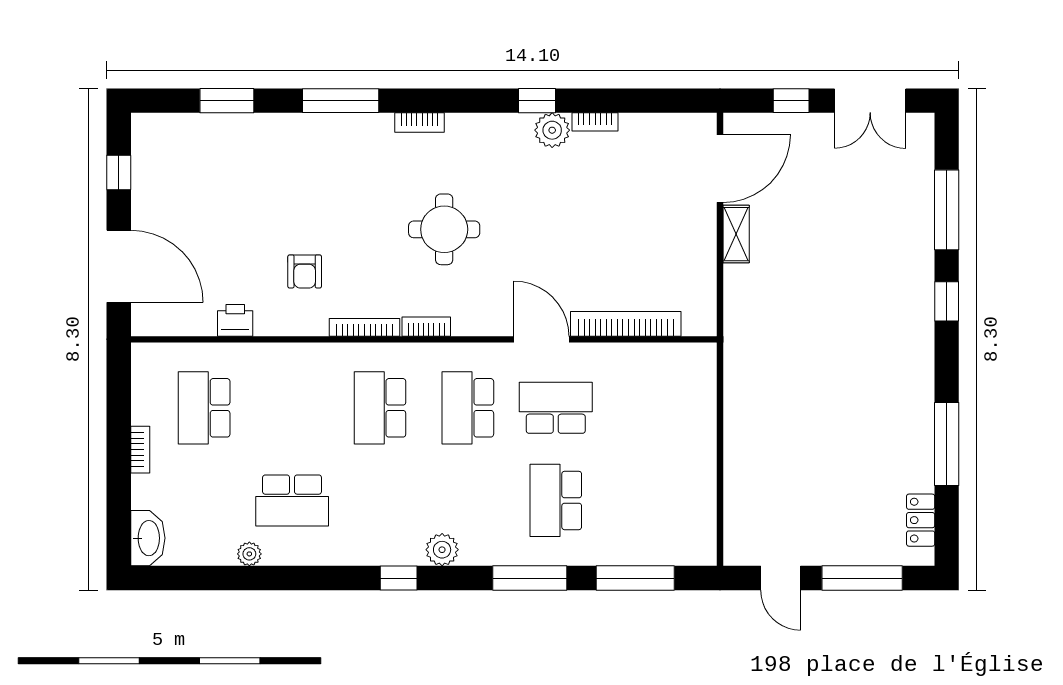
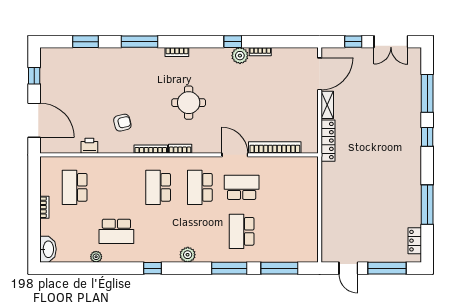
armchair: (305, 271) -> (122, 123), turned -103
locker: (738, 309) -> (328, 141), added
window: (399, 578) -> (152, 268), moved

